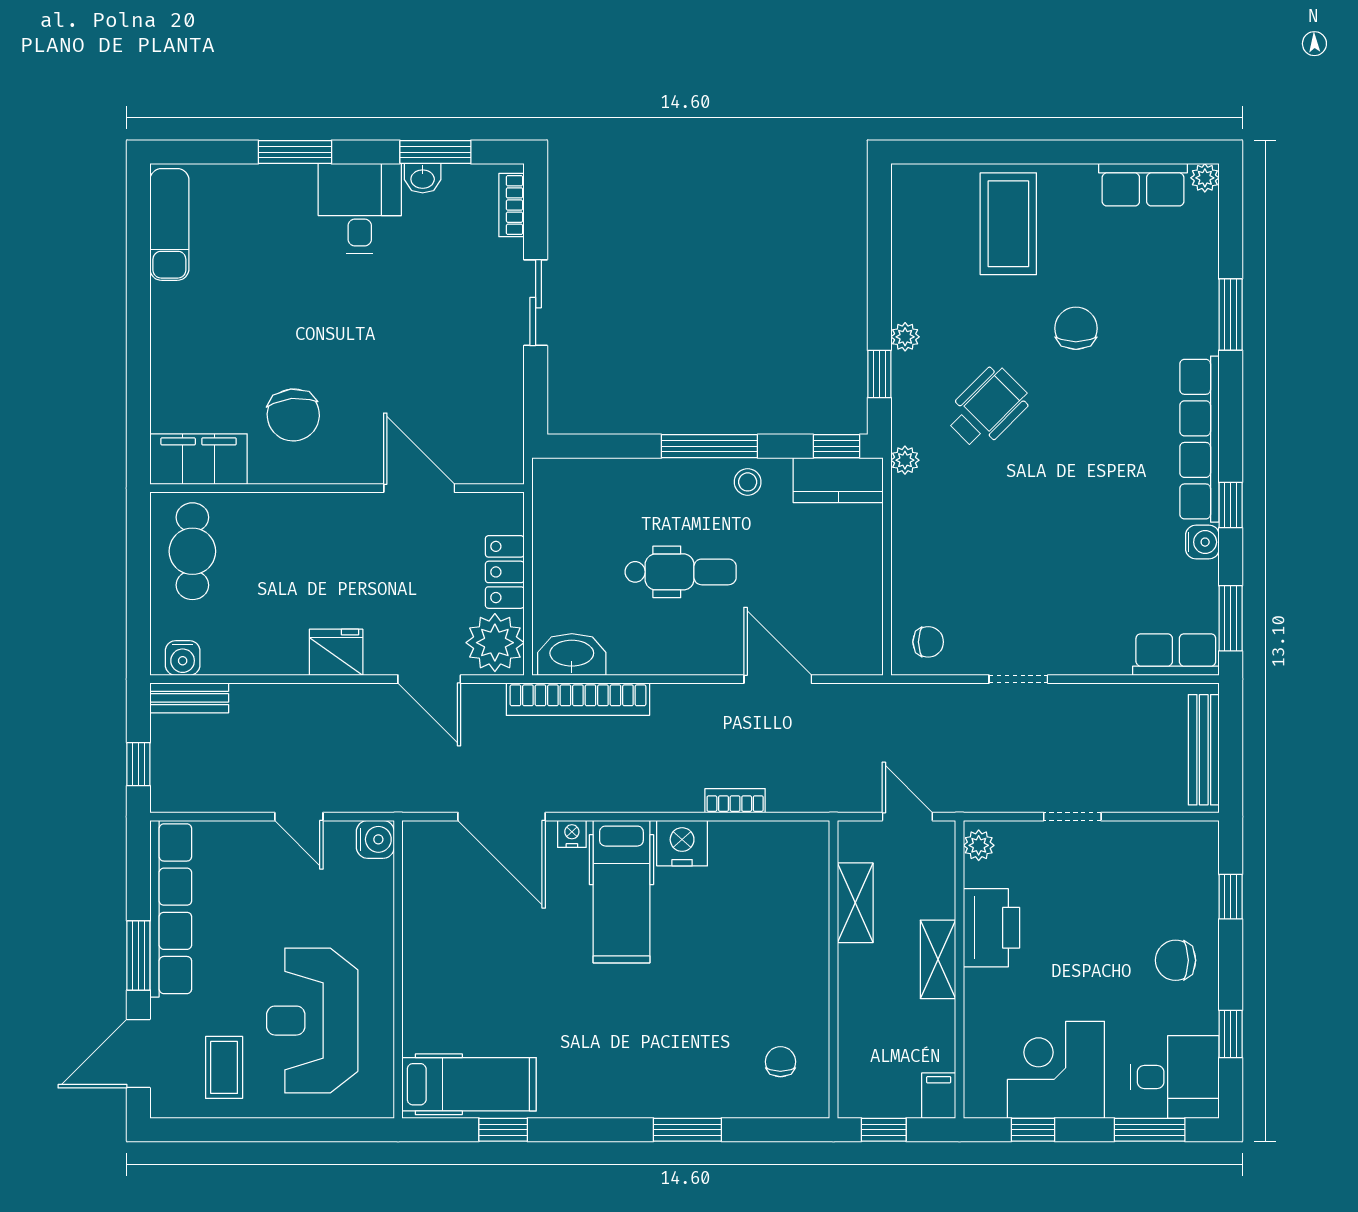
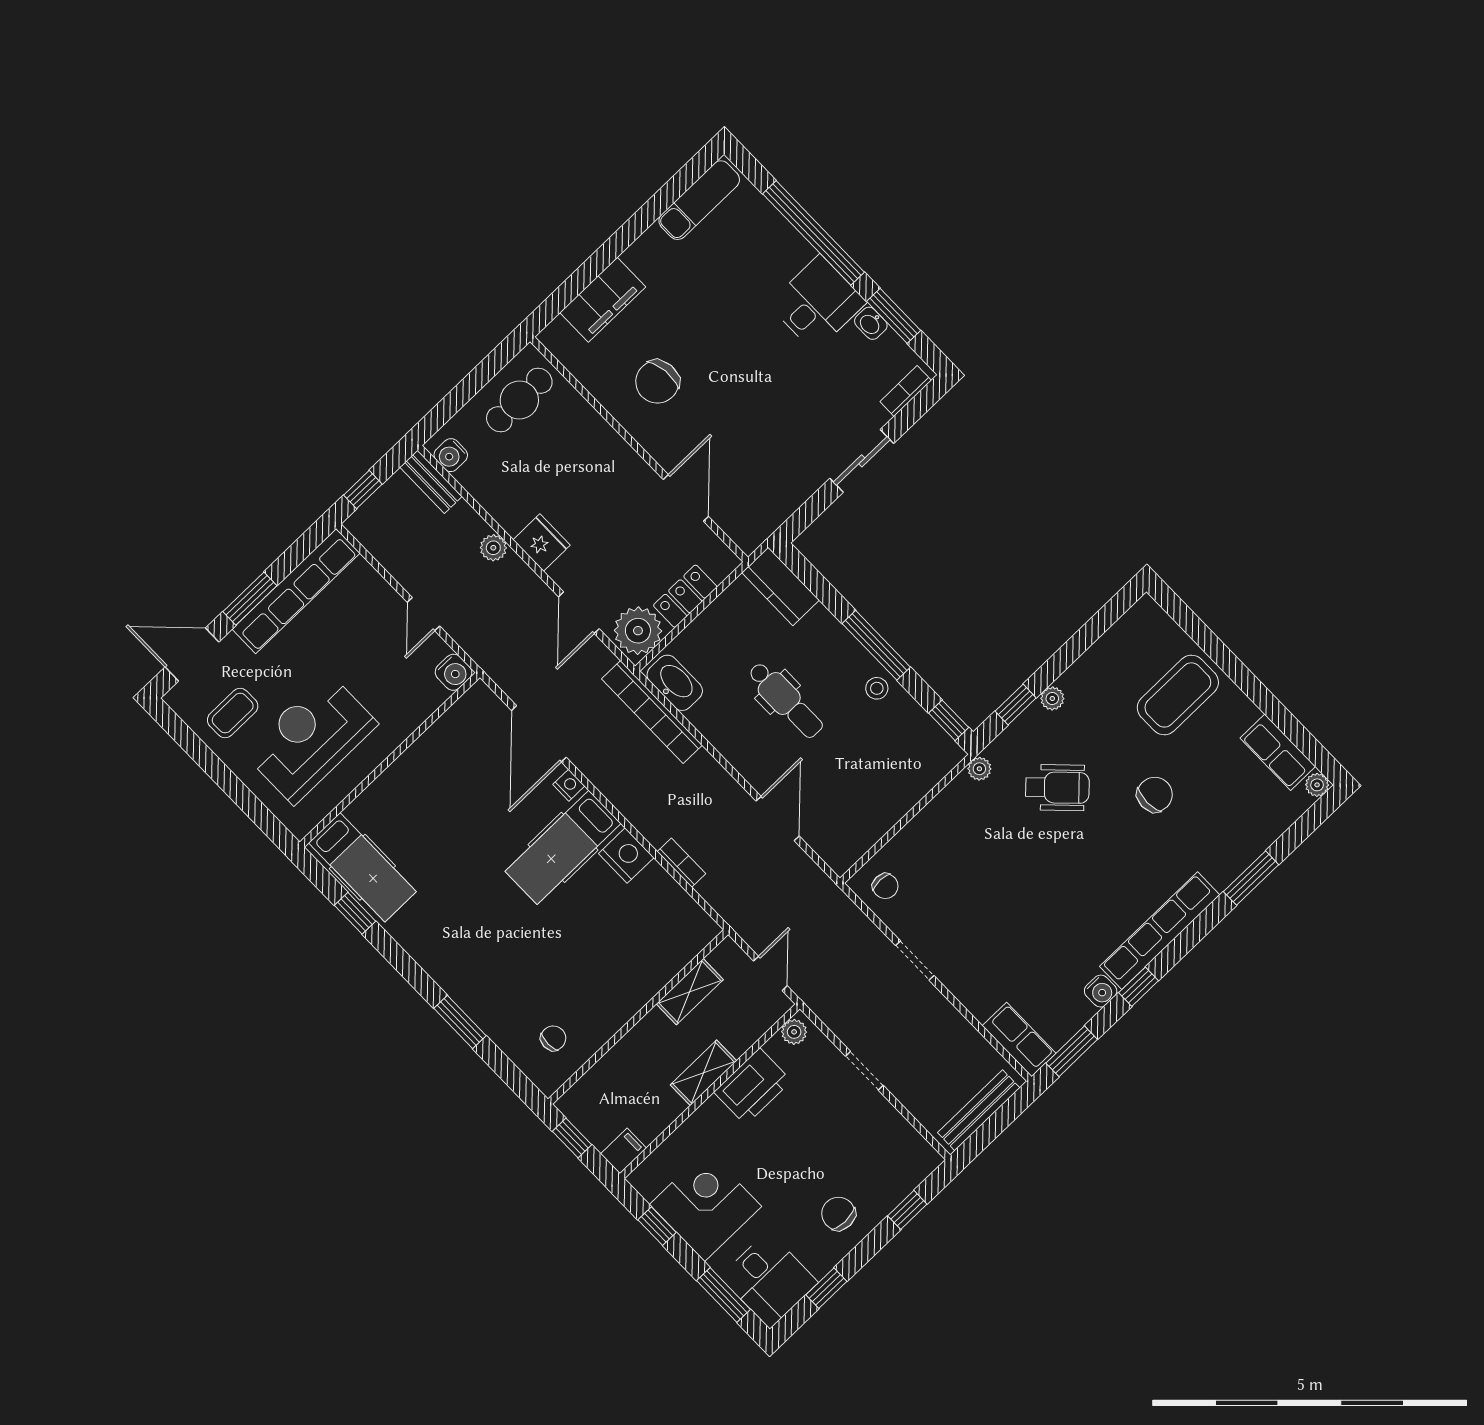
window: (295, 152) -> (814, 233), width x2.11
filing cabinet: (199, 459) -> (603, 300), moved, turned 90
kitchen counter: (838, 480) -> (781, 586), moved
plant: (300, 699) -> (493, 548), added

